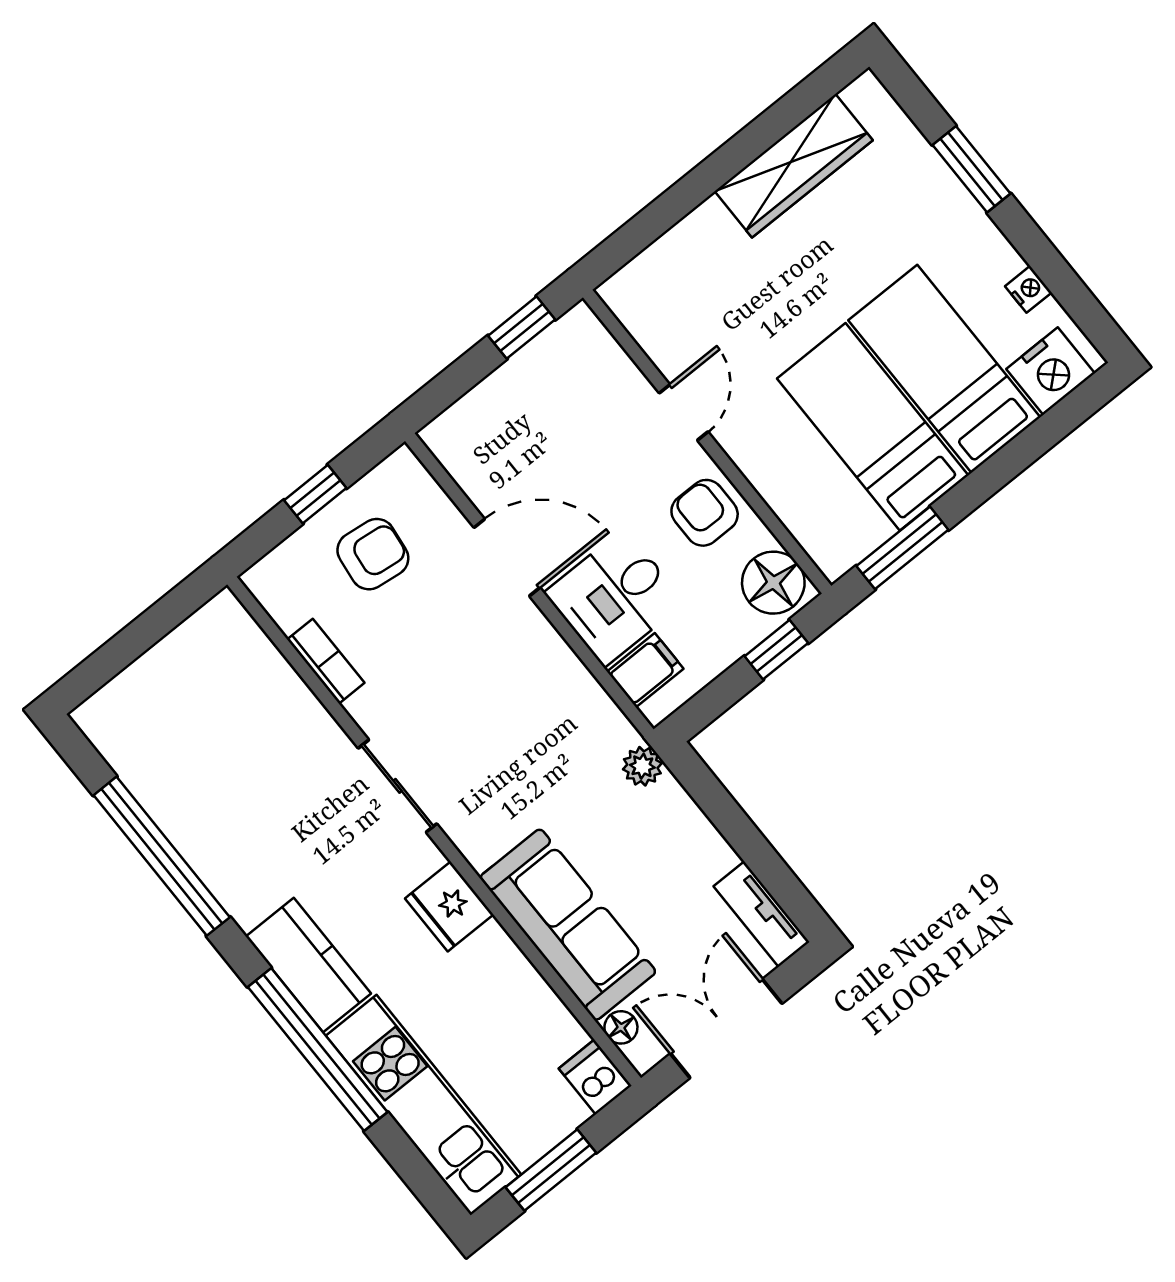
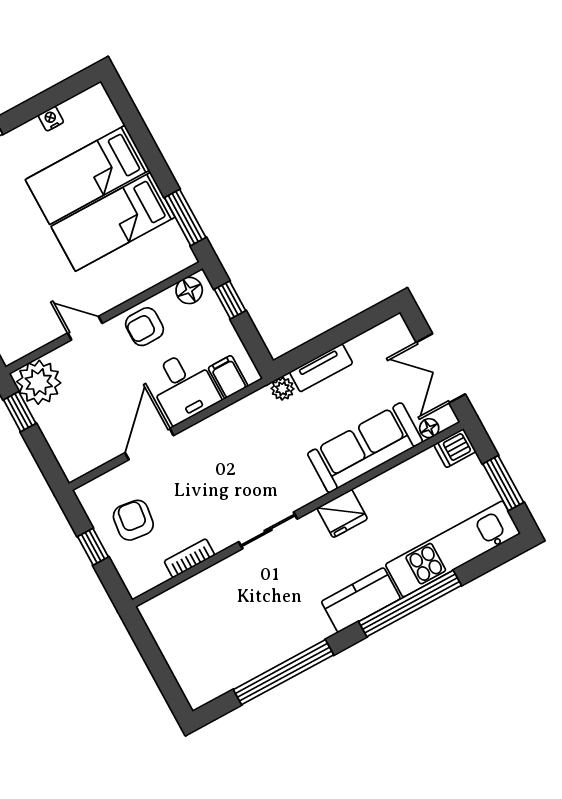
plant: (577, 351) -> (39, 382), added
nightstand: (1051, 371) -> (100, 115), removed
floor lamp: (773, 583) -> (189, 290), width x0.73, depth x0.73
tv unit: (762, 914) -> (321, 368), moved

